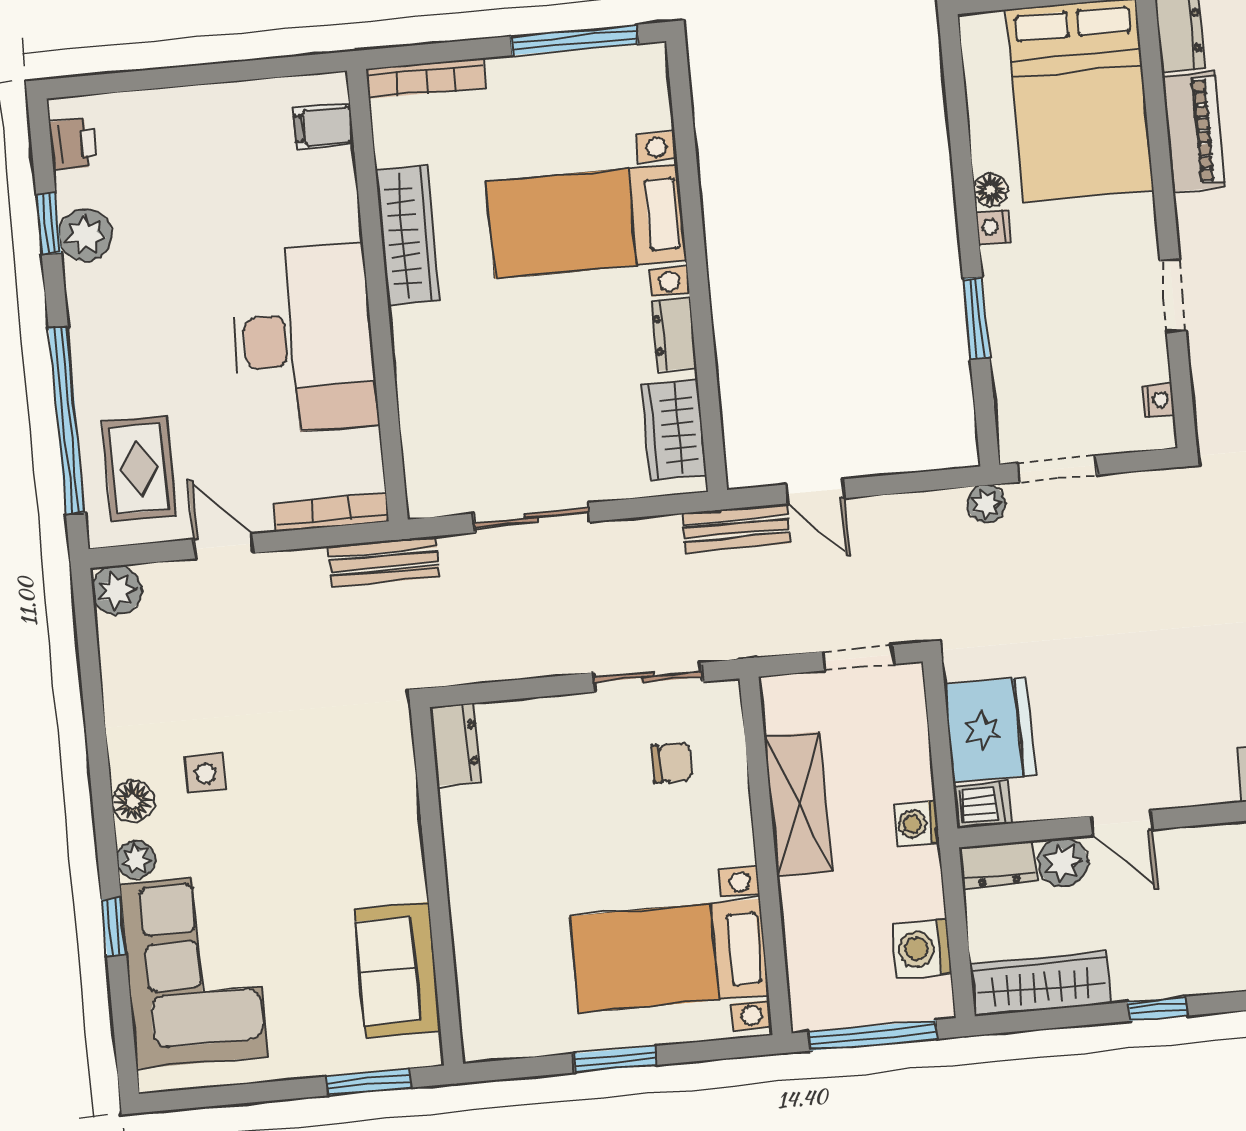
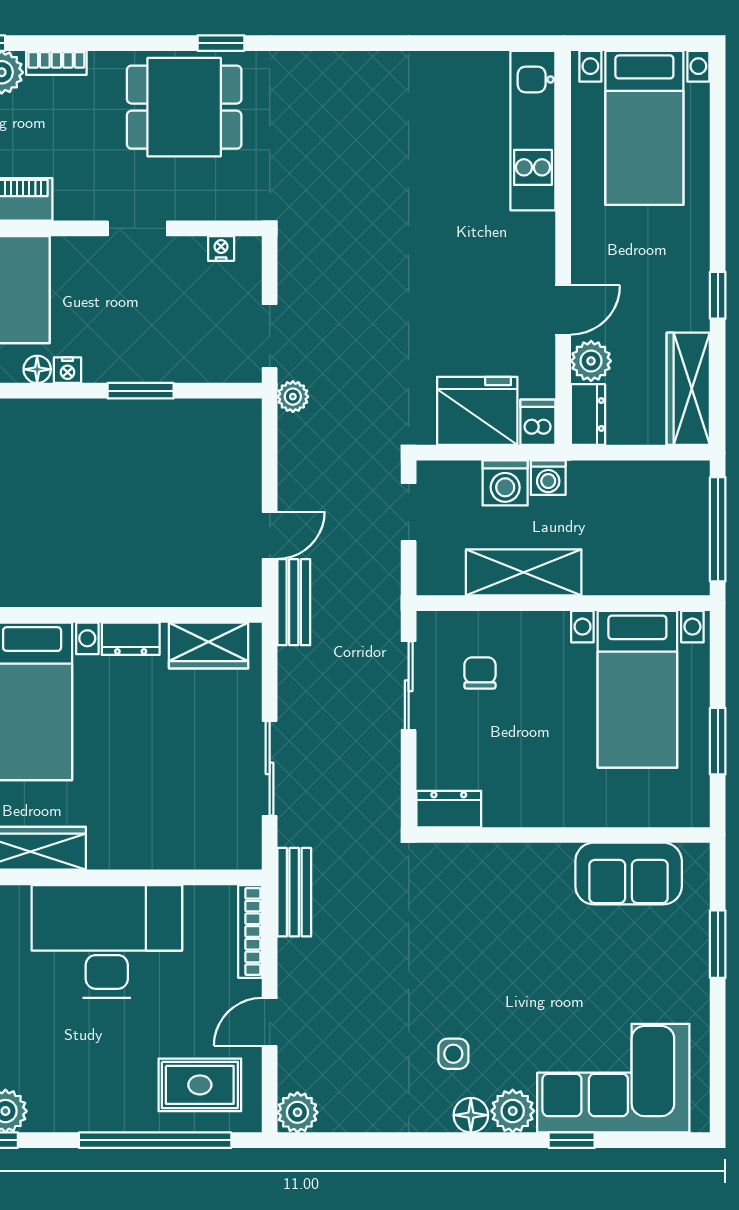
dresser: (456, 744) -> (449, 809), moved
plant: (136, 859) -> (513, 1111), width x1.38, depth x1.38
wall: (437, 886) -> (563, 835), moved
washing machine: (922, 948) -> (505, 483), moved
sofa: (397, 970) -> (629, 873), moved

